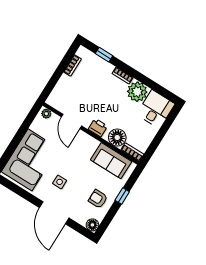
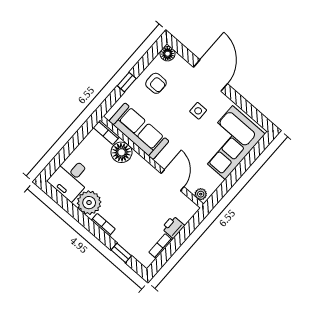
printer: (98, 128) -> (173, 227), moved, turned 90
sofa: (111, 161) -> (139, 131), width x1.36

